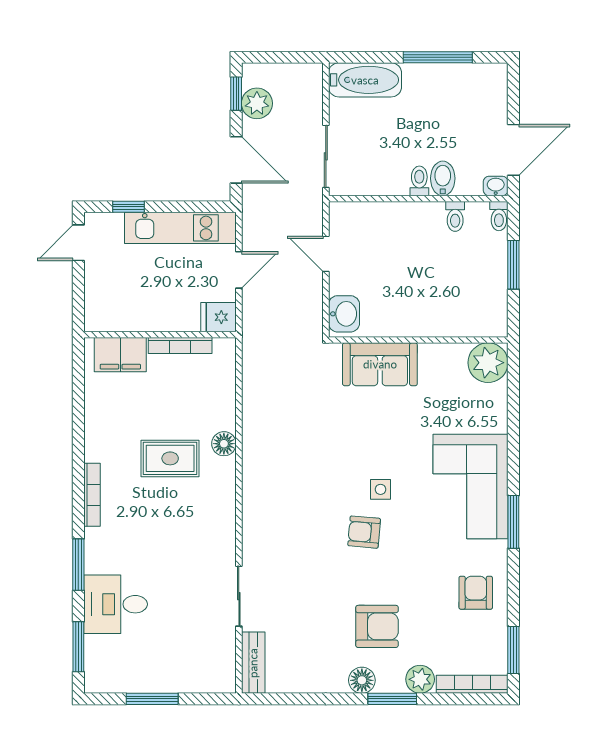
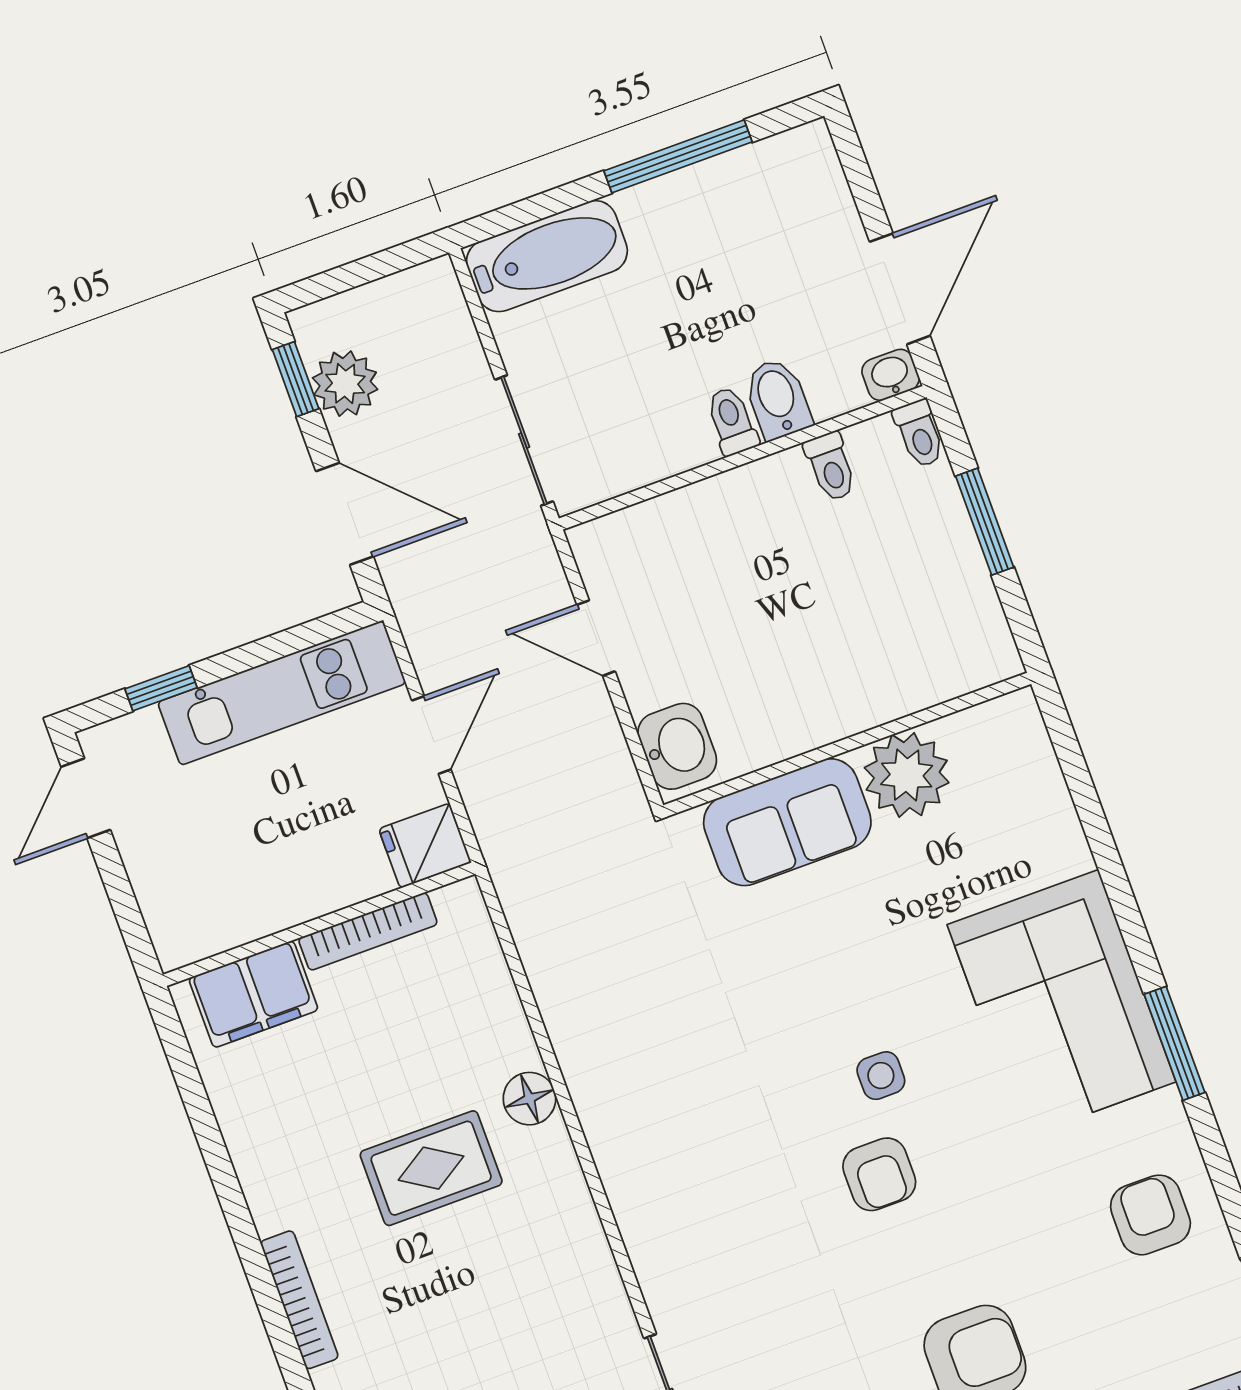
plant: (488, 363) -> (907, 775), moved
armchair: (364, 532) -> (879, 1174), turned -95

